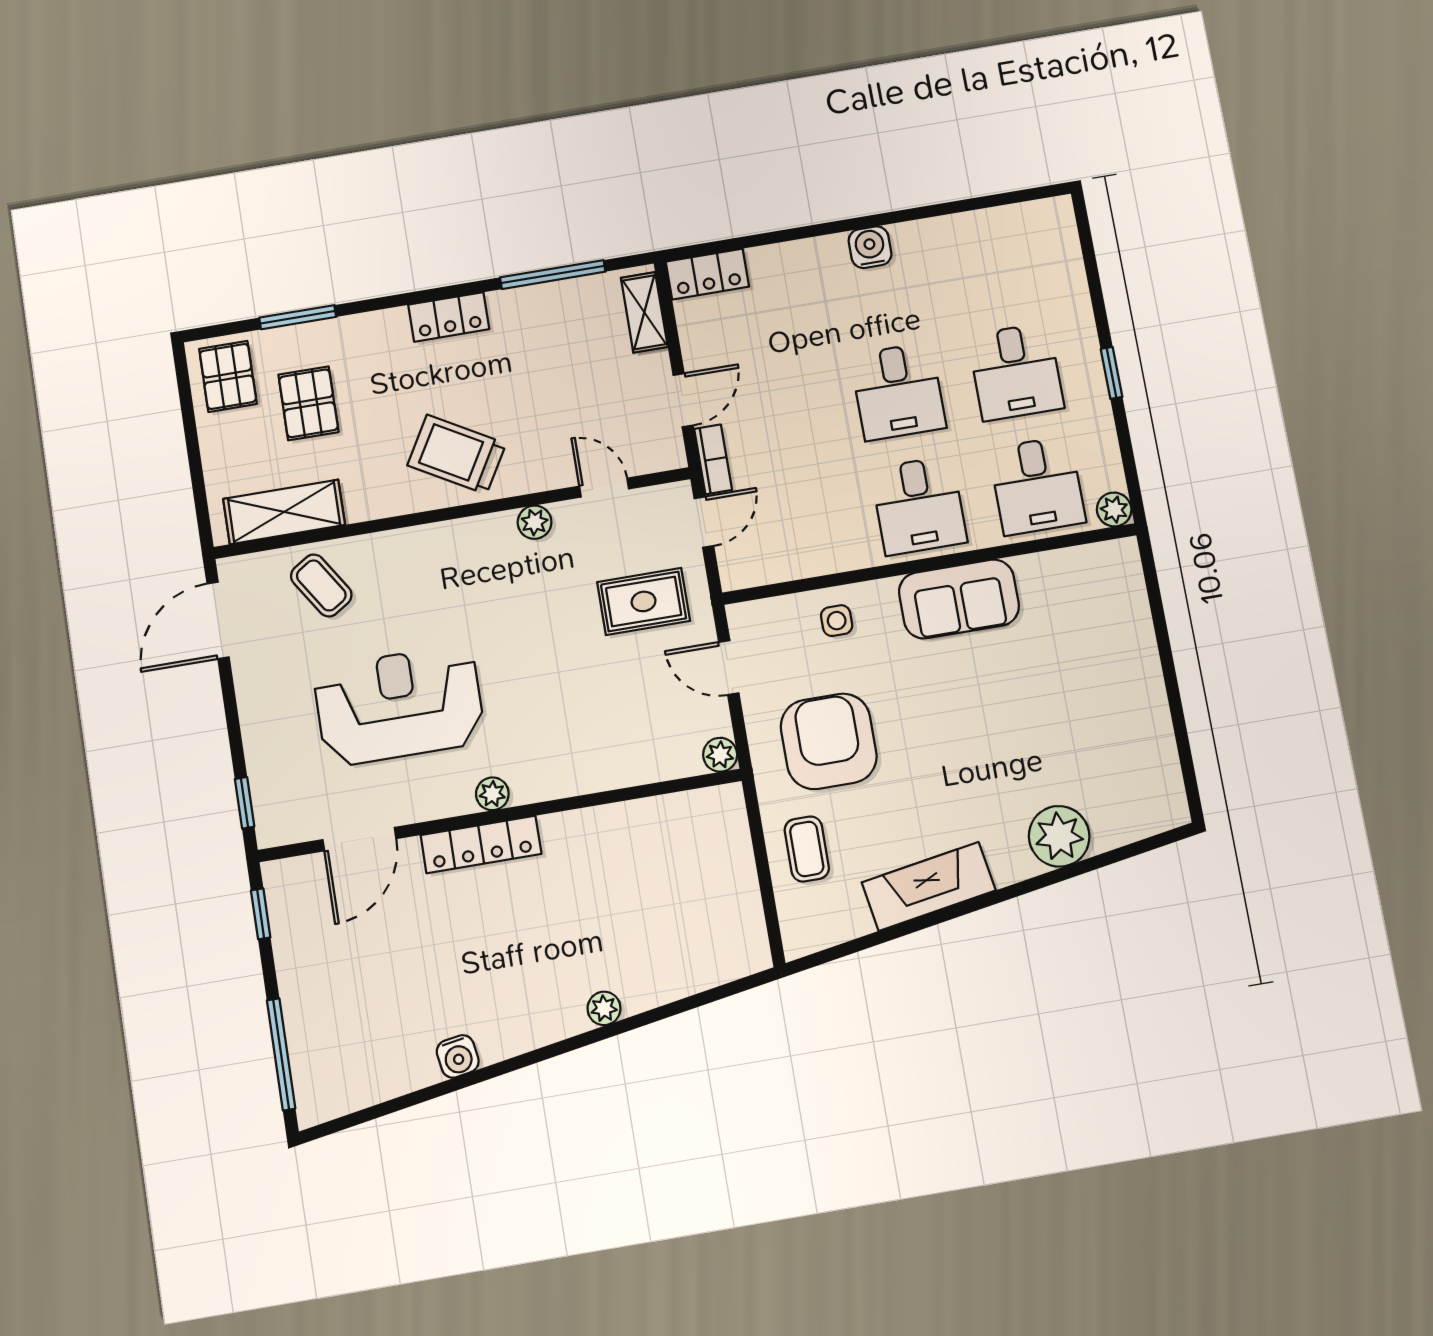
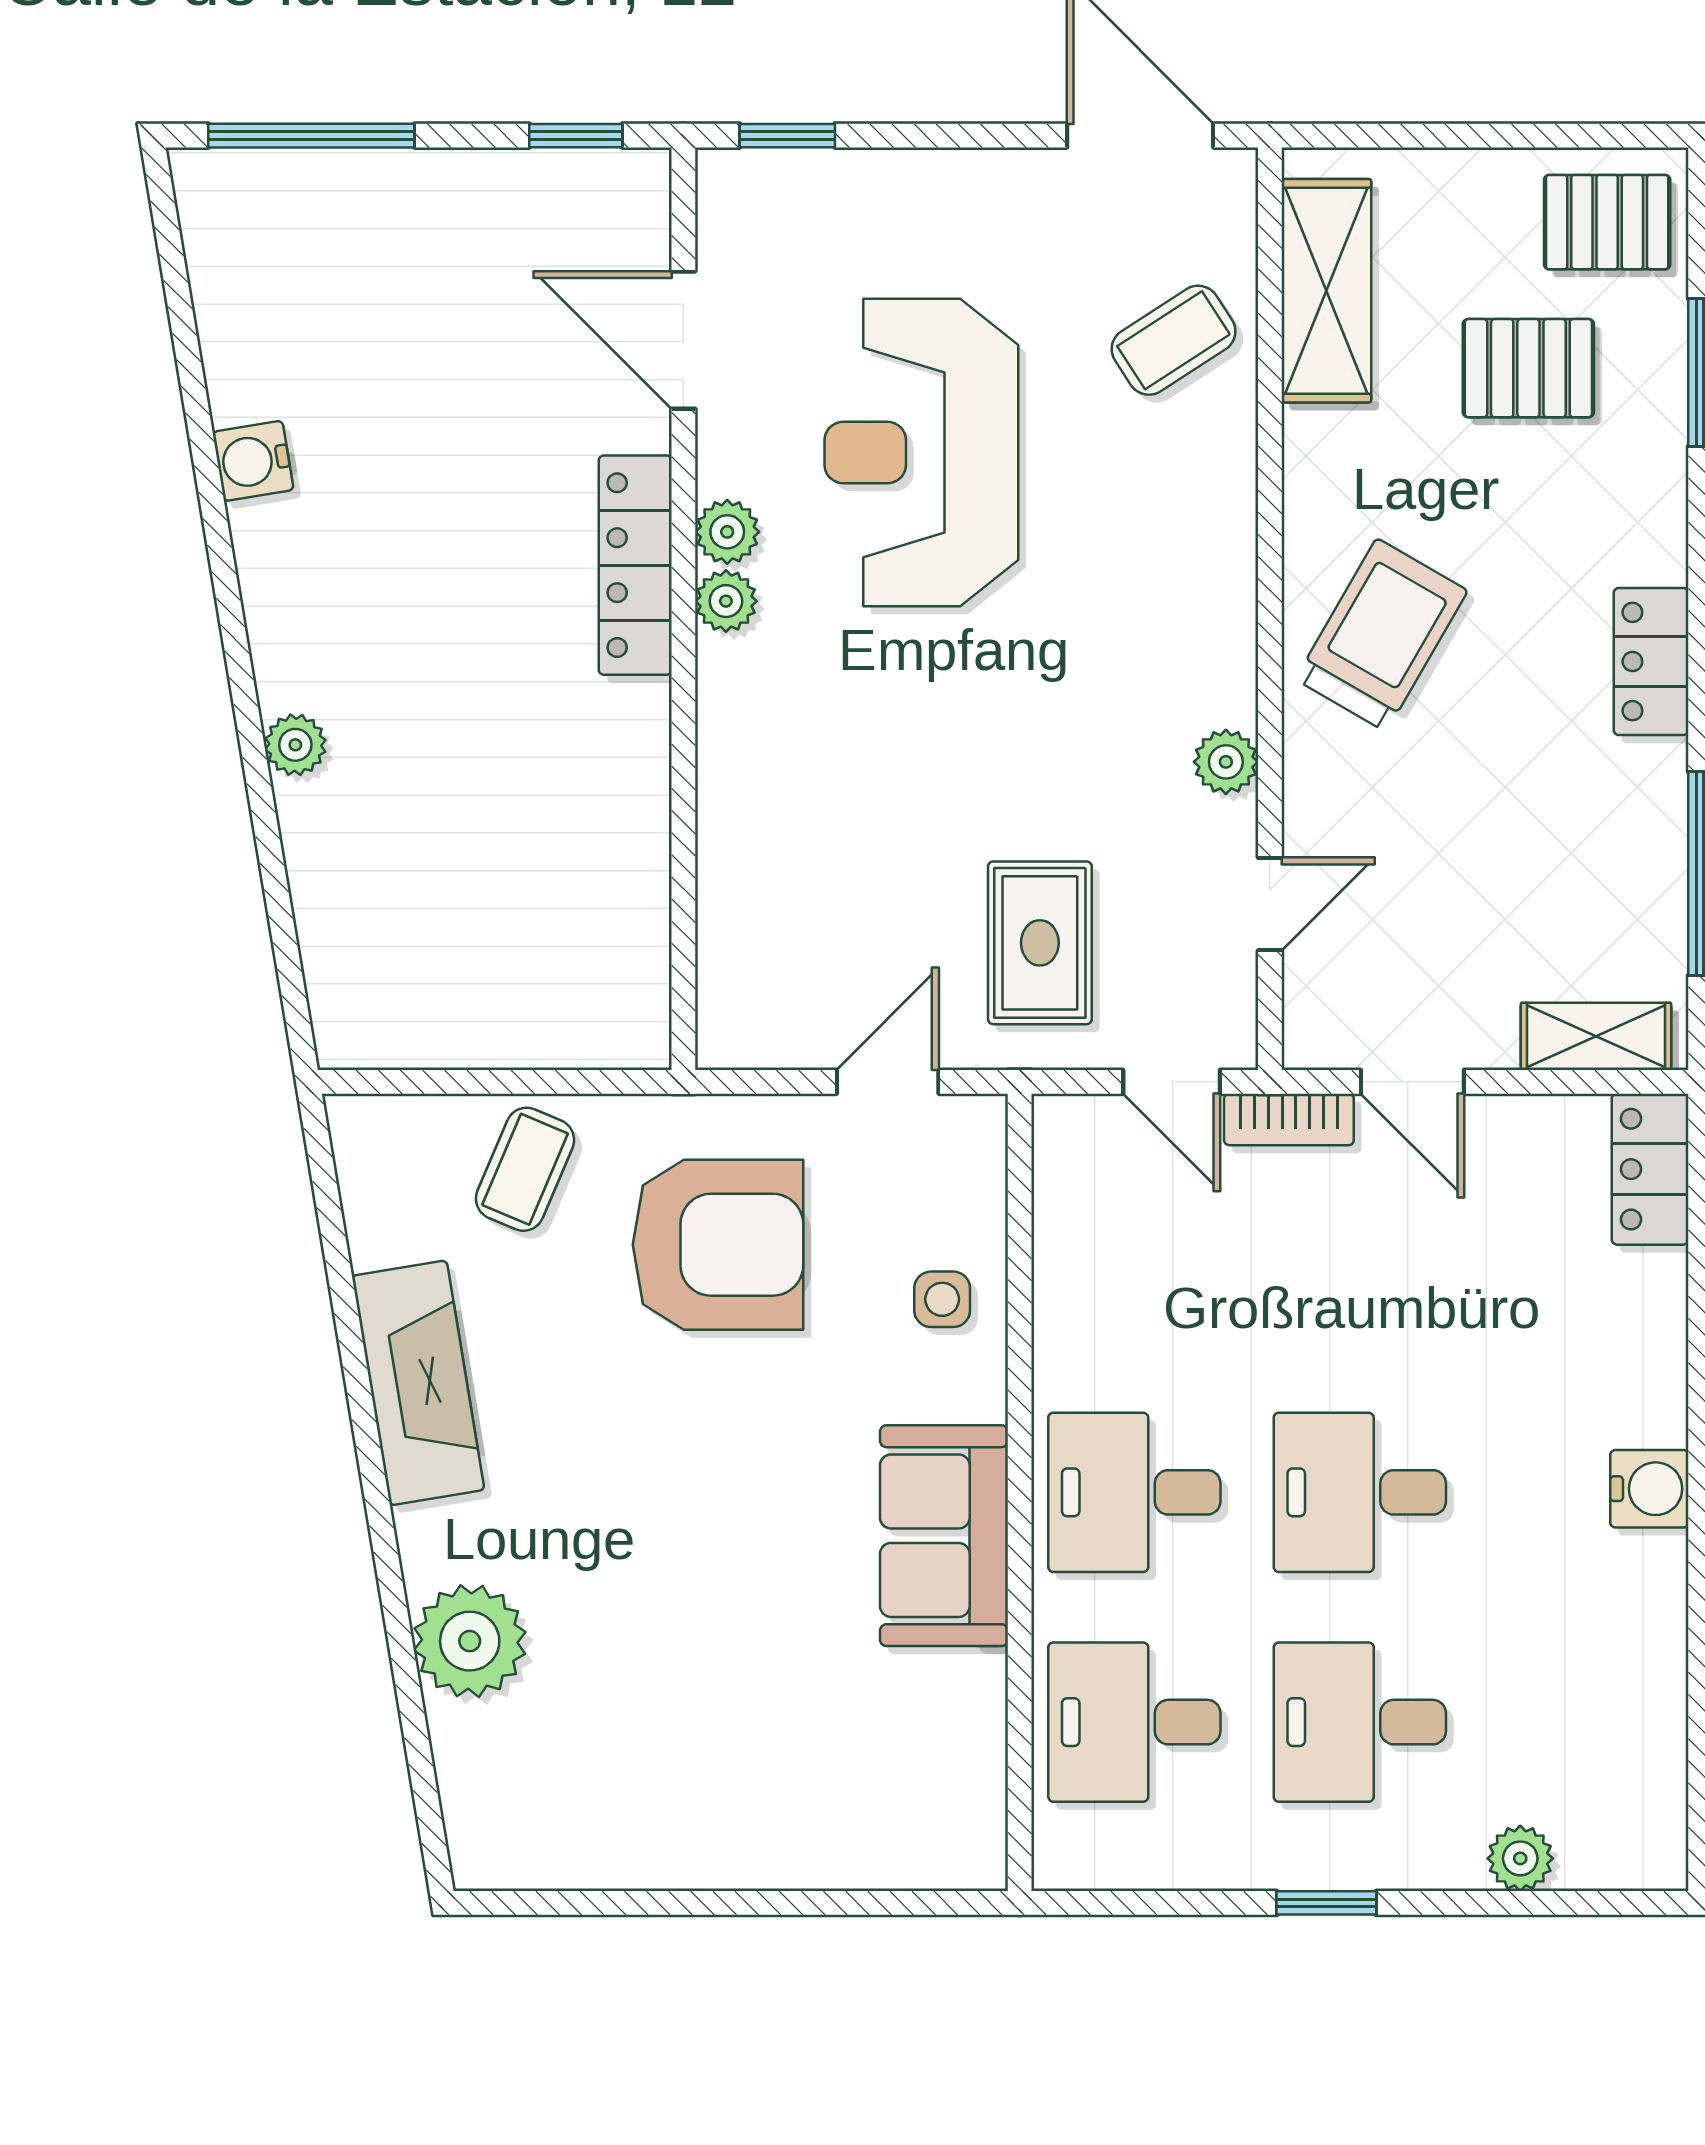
plant: (1114, 509) -> (1520, 1858), moved
reception desk: (399, 705) -> (921, 452), turned 180
plant: (720, 755) -> (727, 532), moved
coffee table: (807, 849) -> (525, 1169), turned -67

